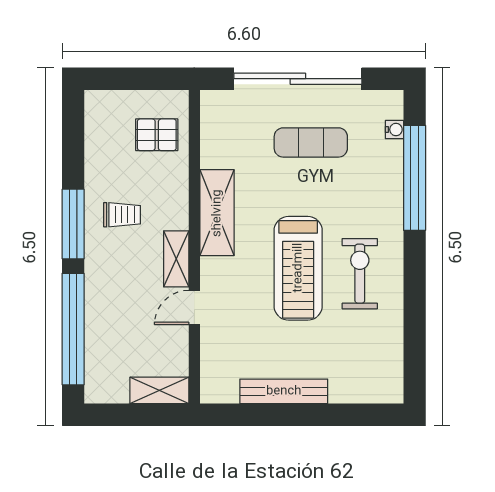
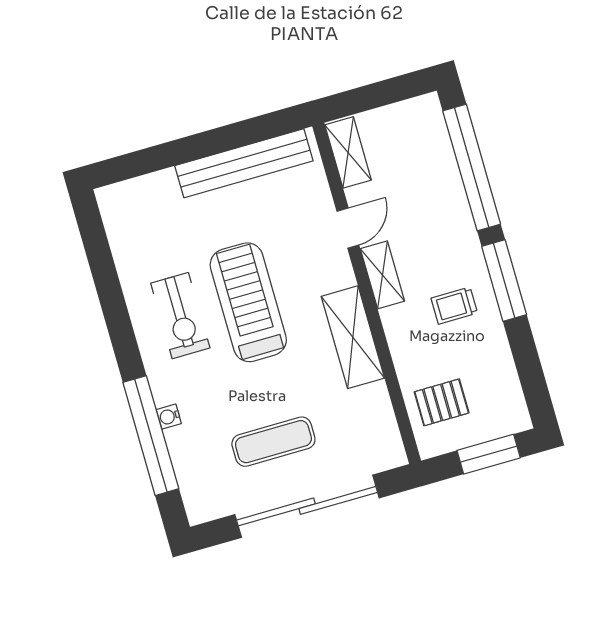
window: (129, 79) -> (489, 454), added
water cooler: (394, 130) -> (169, 417), moved
shelving: (159, 390) -> (348, 152), moved, turned 90
bench: (284, 391) -> (244, 163), width x1.37, depth x1.21

